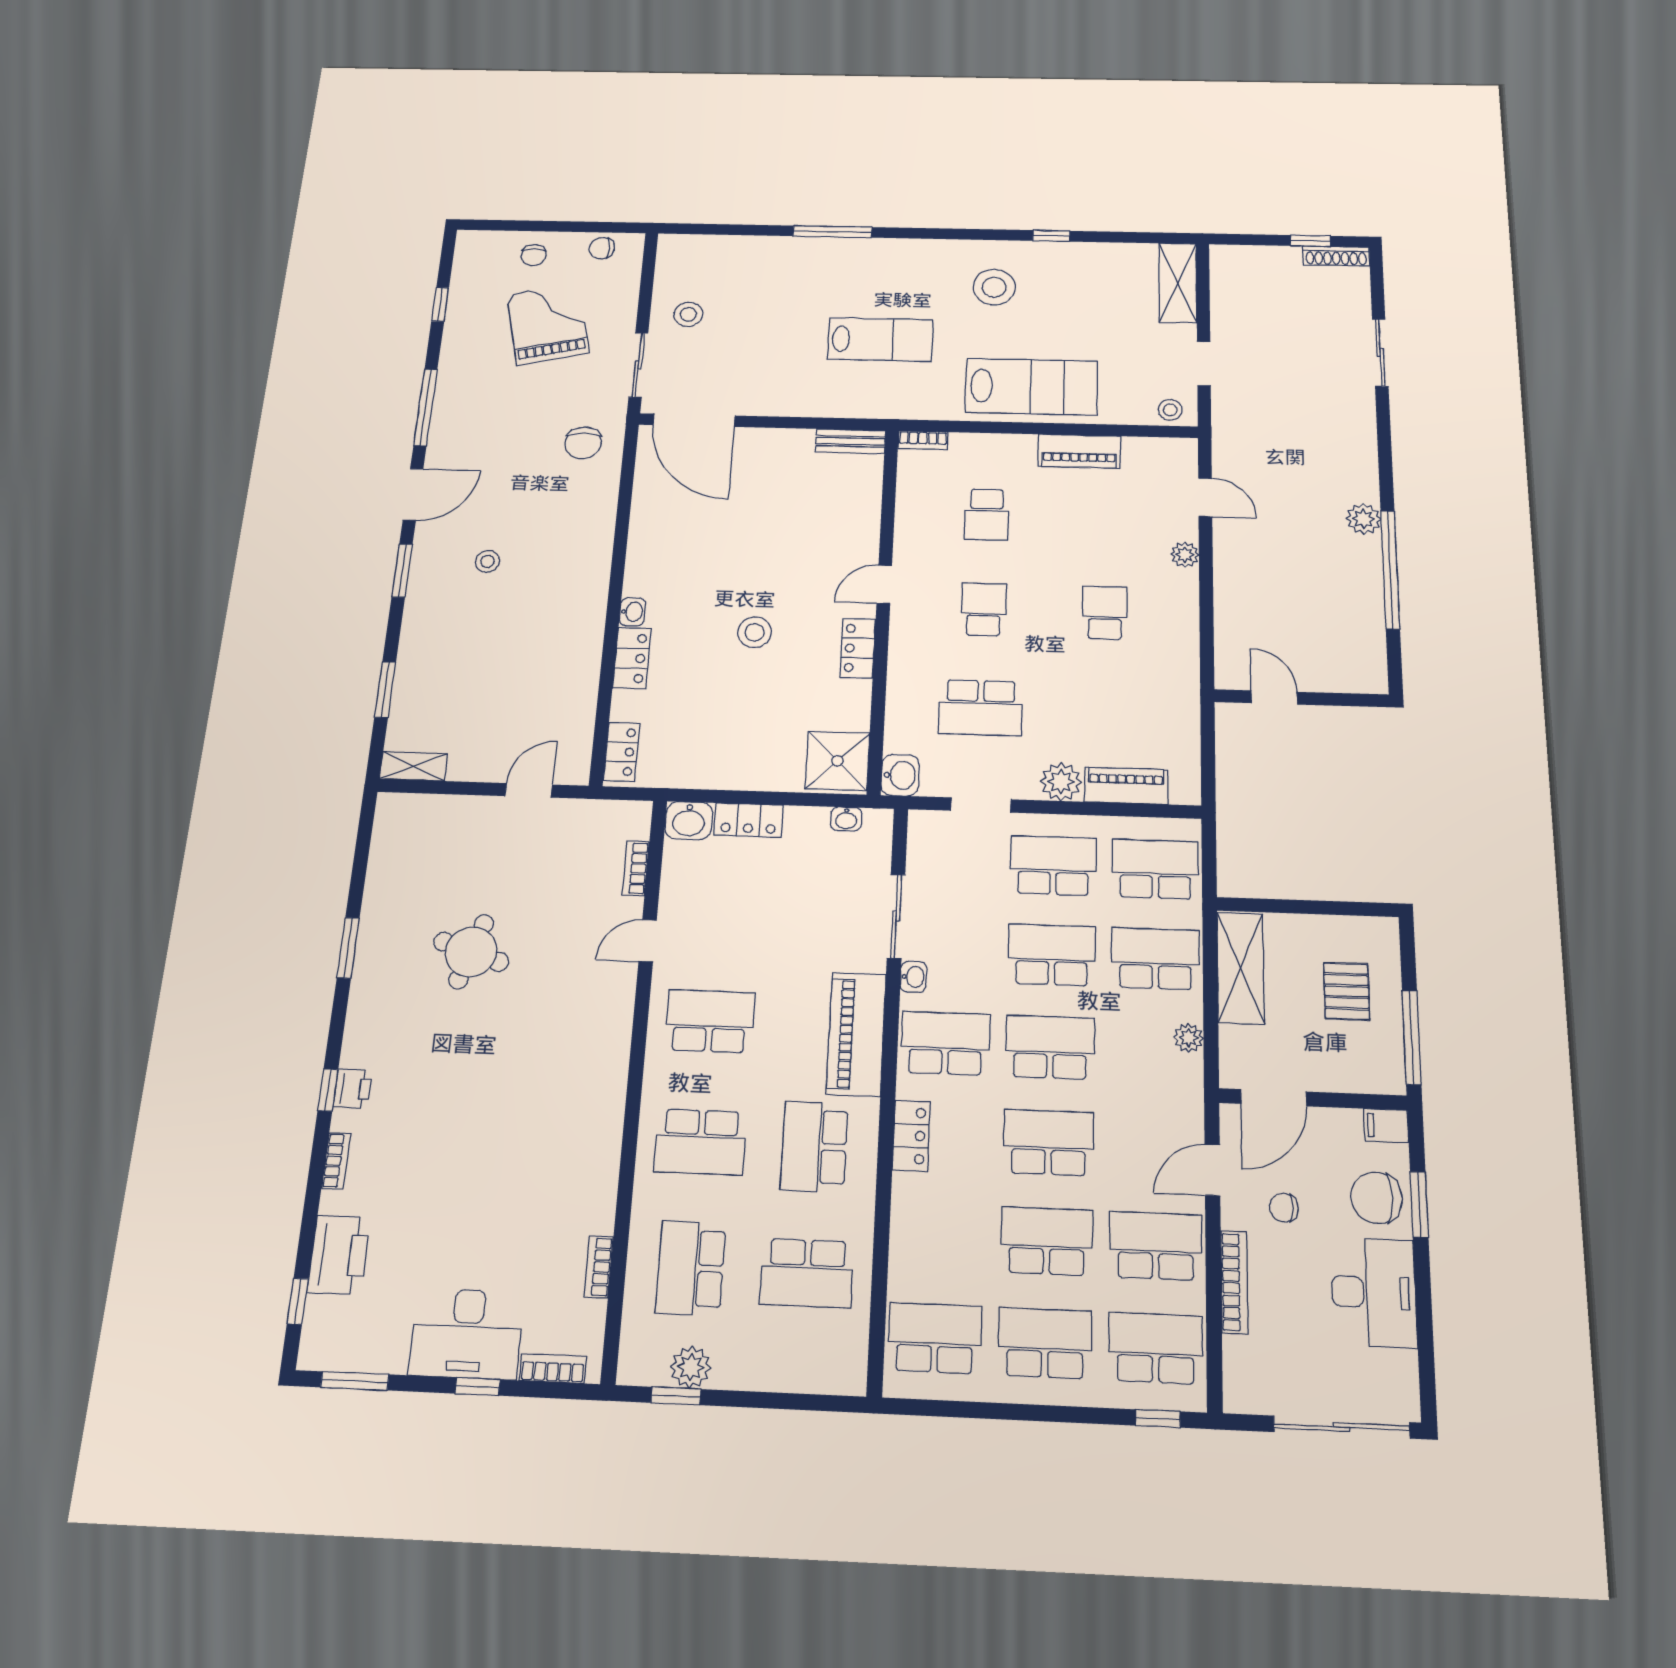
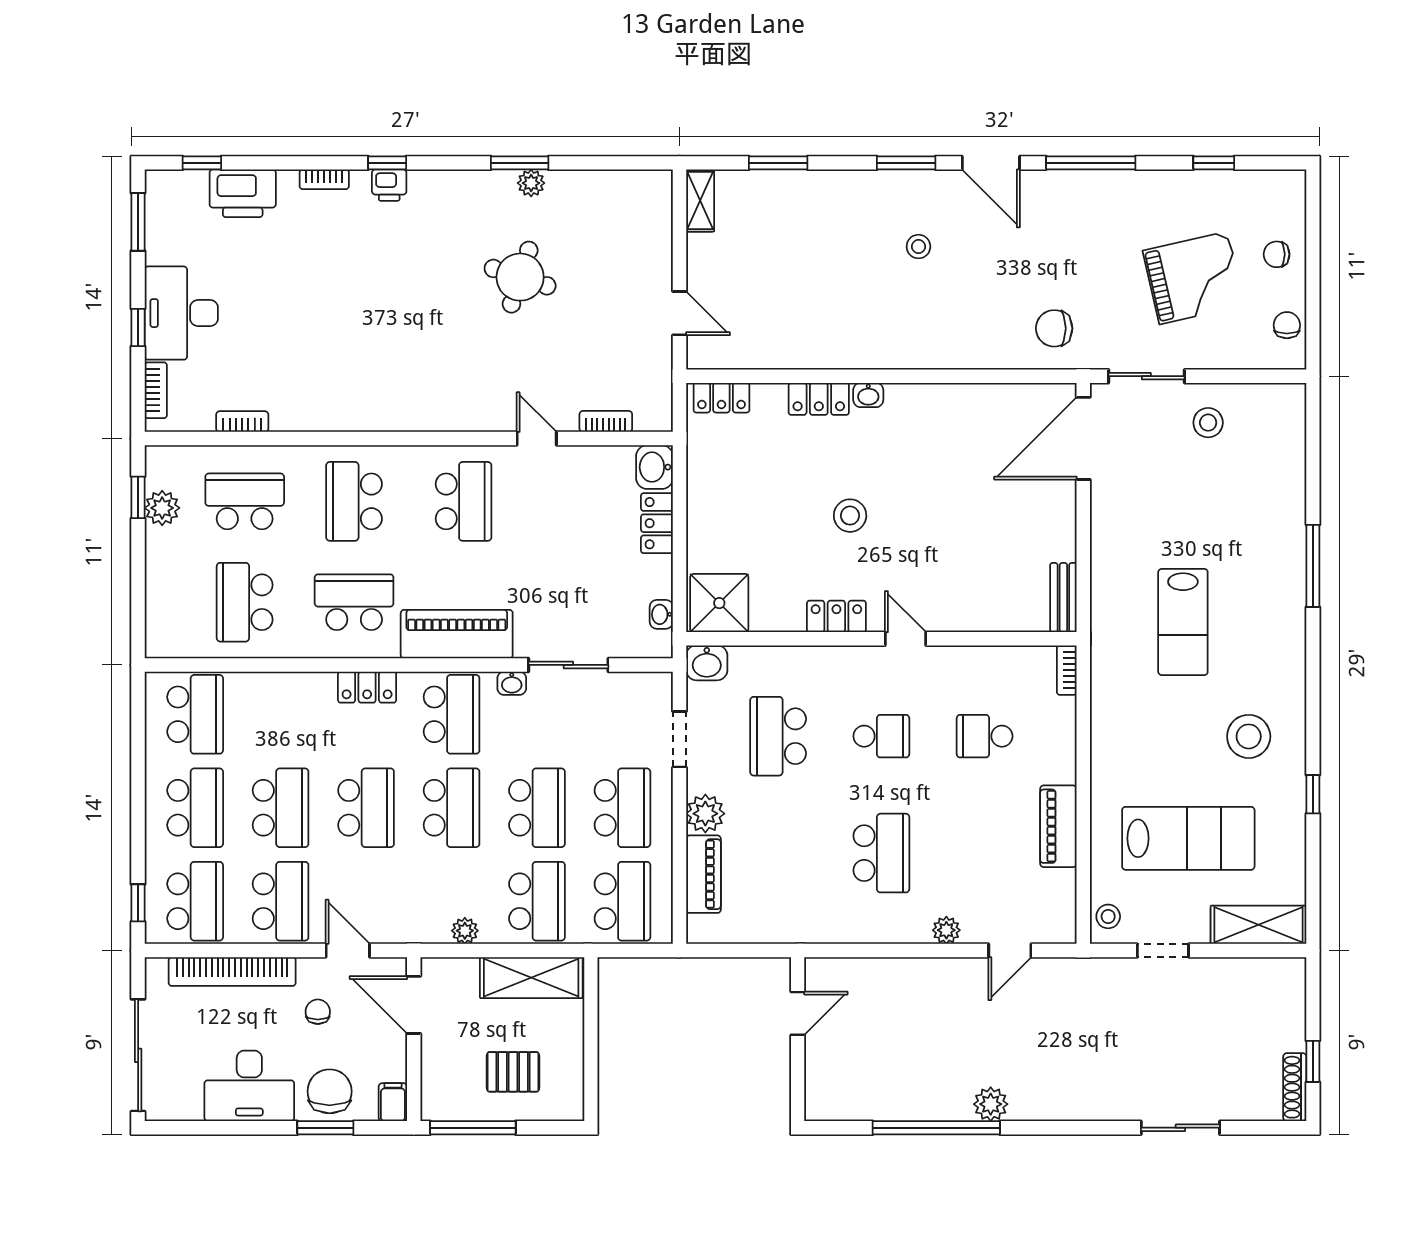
lab bench: (1031, 387) -> (1188, 838), moved, turned -90
school desk: (1105, 613) -> (881, 853), width x1.85
plant: (371, 937) -> (531, 183), added
bookcase: (1234, 1282) -> (232, 972), width x1.48, depth x1.31

